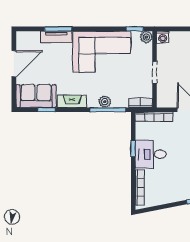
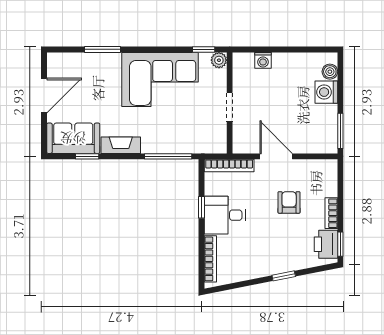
tv unit: (56, 37) -> (100, 60), removed
washing machine: (163, 37) -> (263, 60), moved
plant: (105, 102) -> (164, 146), removed
bookcase: (140, 103) -> (211, 147), removed

